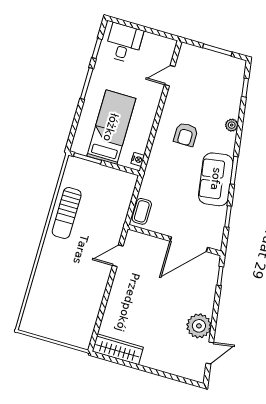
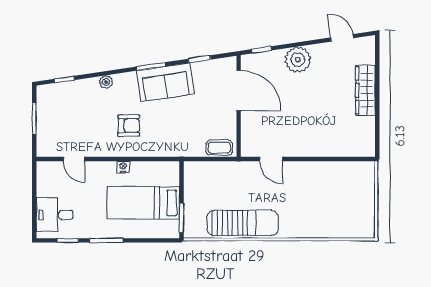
nightstand: (138, 159) -> (123, 167), moved
sun lounger: (67, 213) -> (243, 223), width x1.36, depth x1.34
plant: (199, 326) -> (298, 60), moved
wardrobe: (118, 349) -> (365, 90), moved

